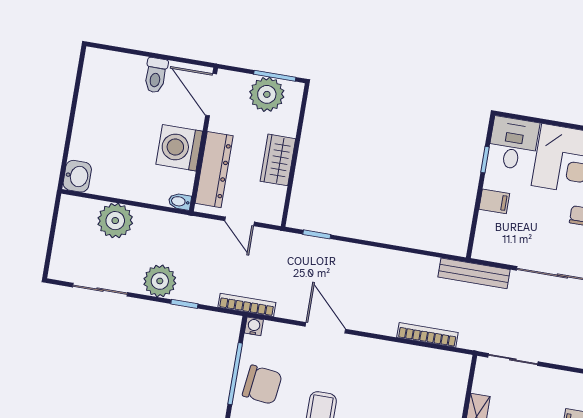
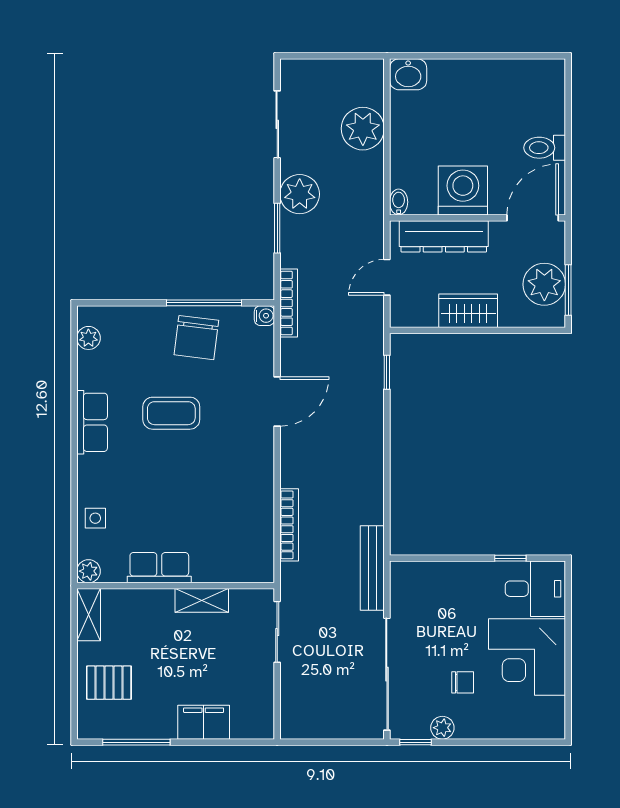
filing cabinet: (494, 201) -> (462, 578), removed
window: (184, 304) -> (277, 228), width x1.50

